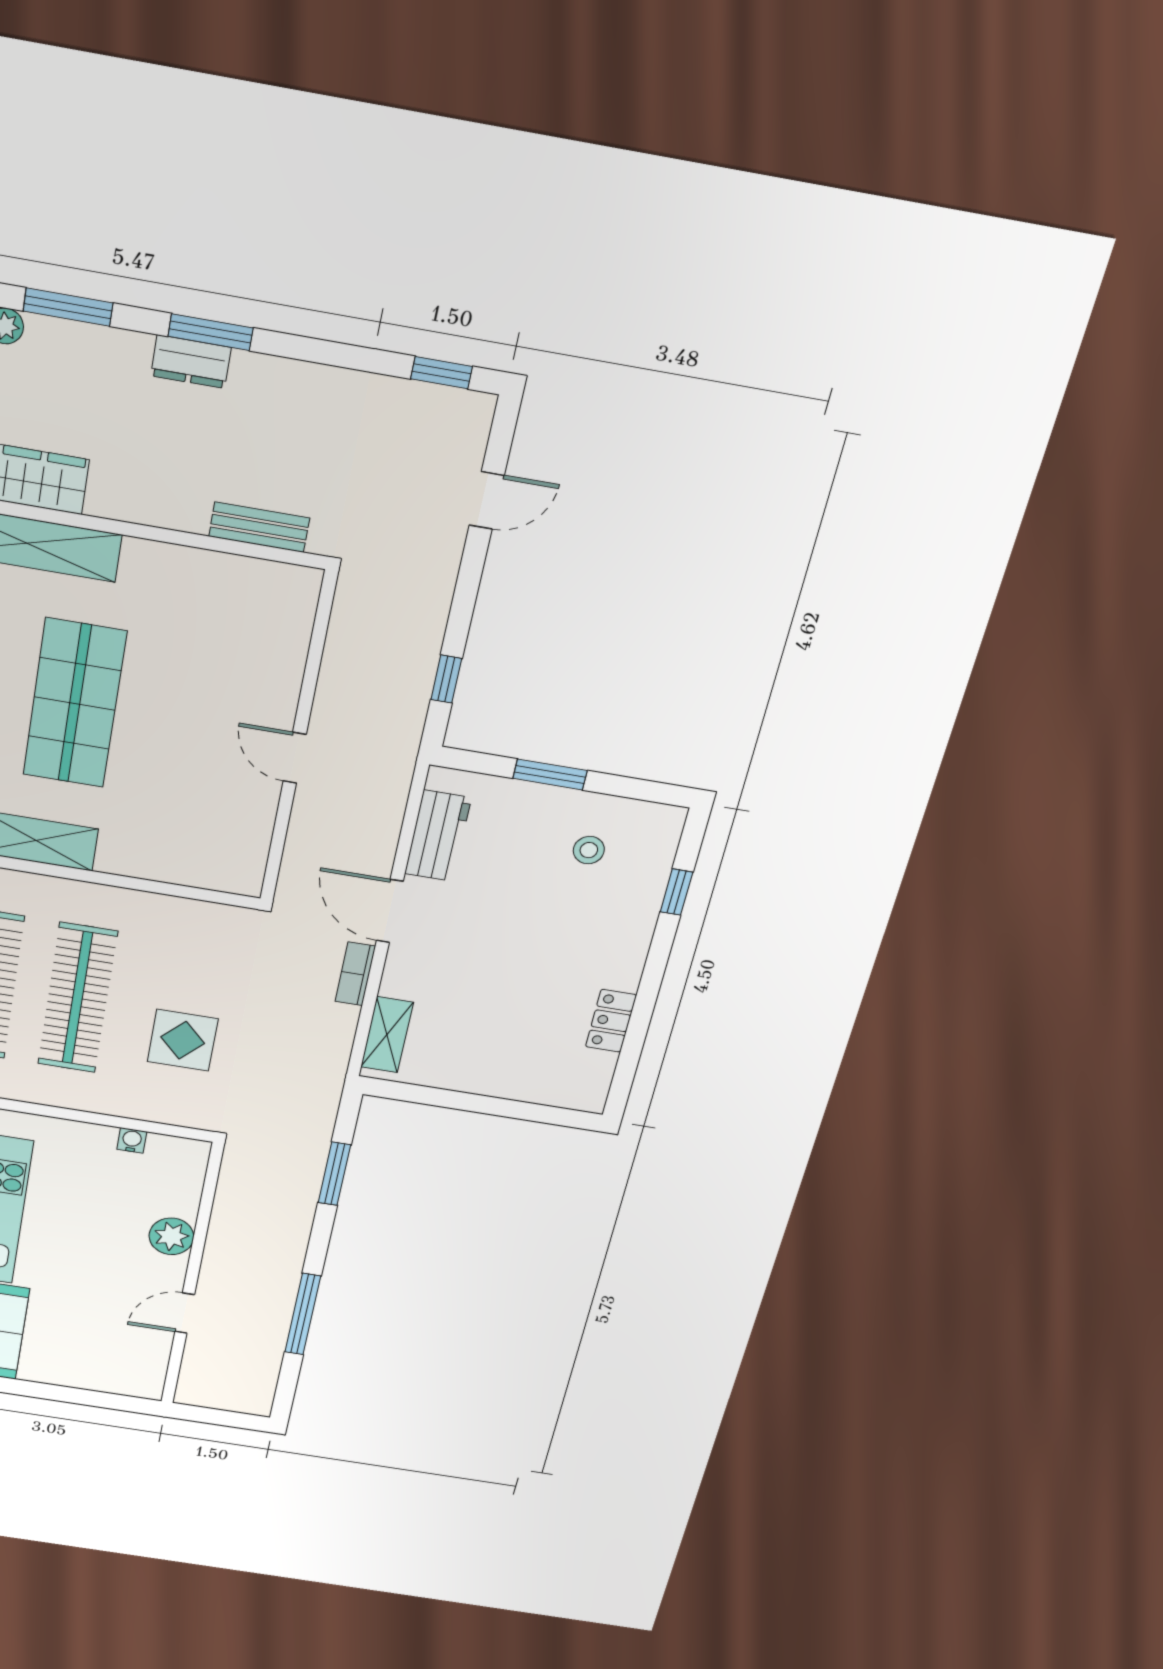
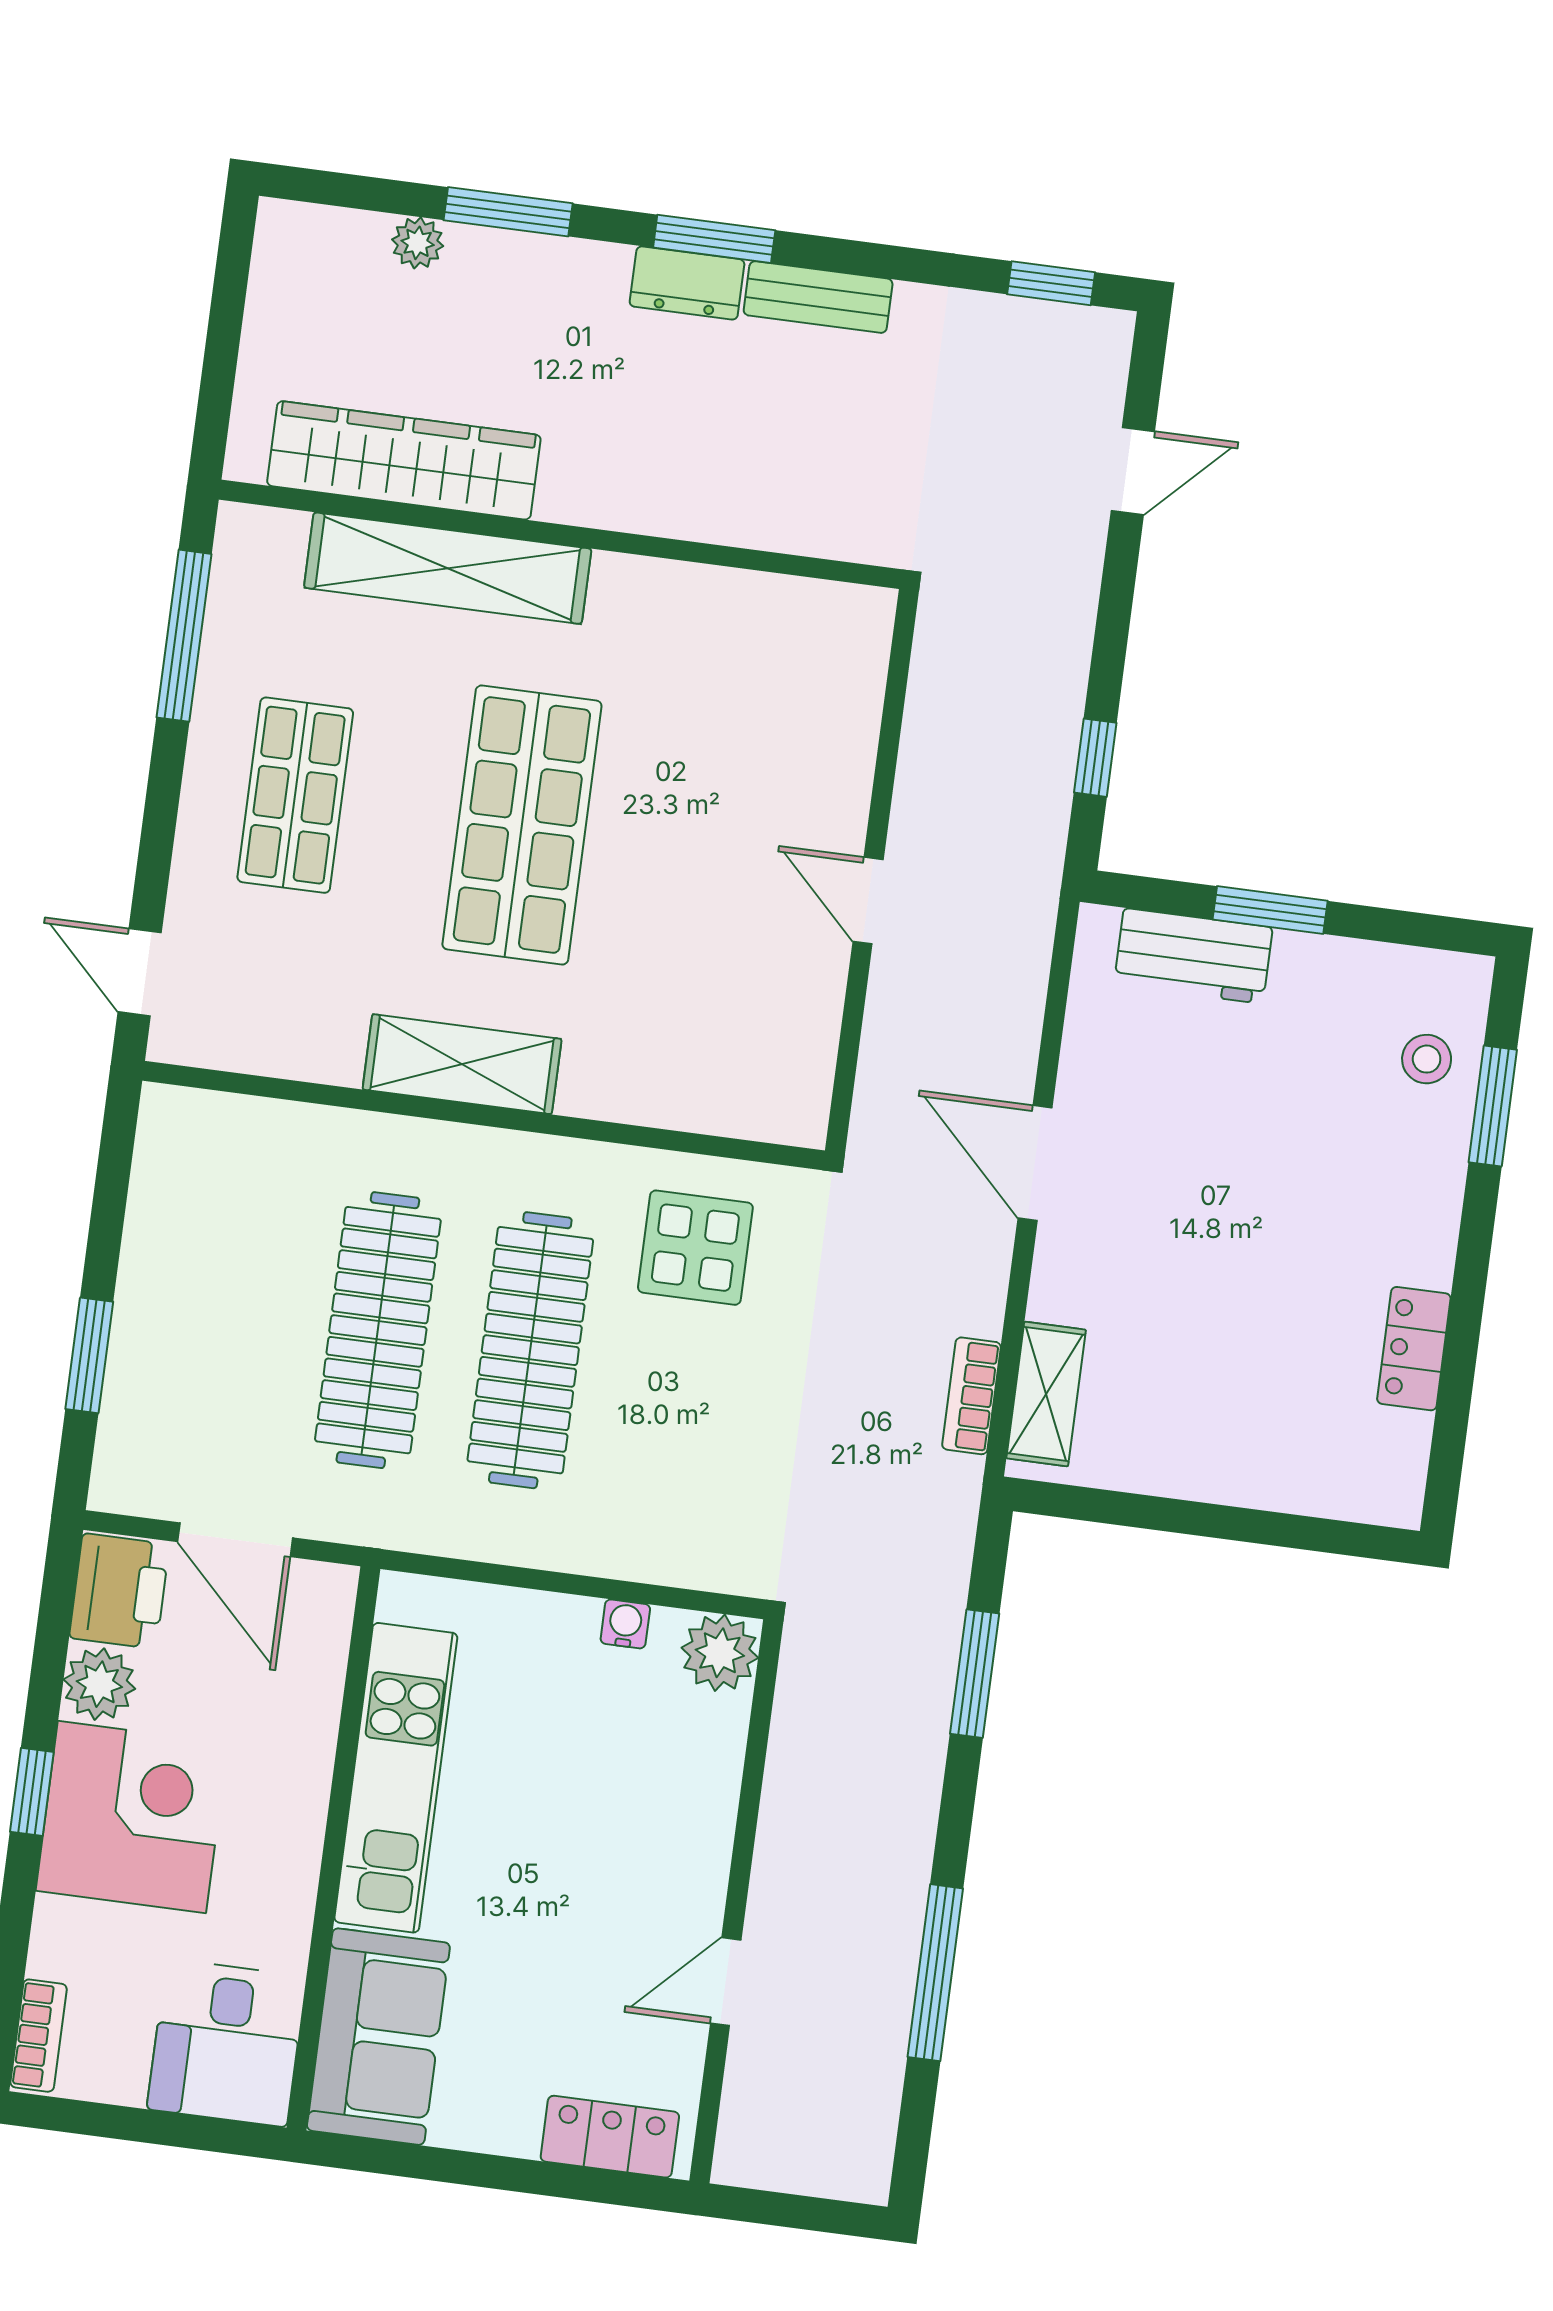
bench: (259, 527) -> (818, 297), moved
workbench: (438, 836) -> (1193, 956), moved, turned 90
stool: (589, 850) -> (1427, 1059), moved
window: (676, 892) -> (1493, 1106), width x1.50
bookcase: (355, 974) -> (971, 1396), moved
display table: (183, 1040) -> (695, 1248), moved
plant: (171, 1236) -> (720, 1653), moved
locker: (118, 1380) -> (610, 2137), added

